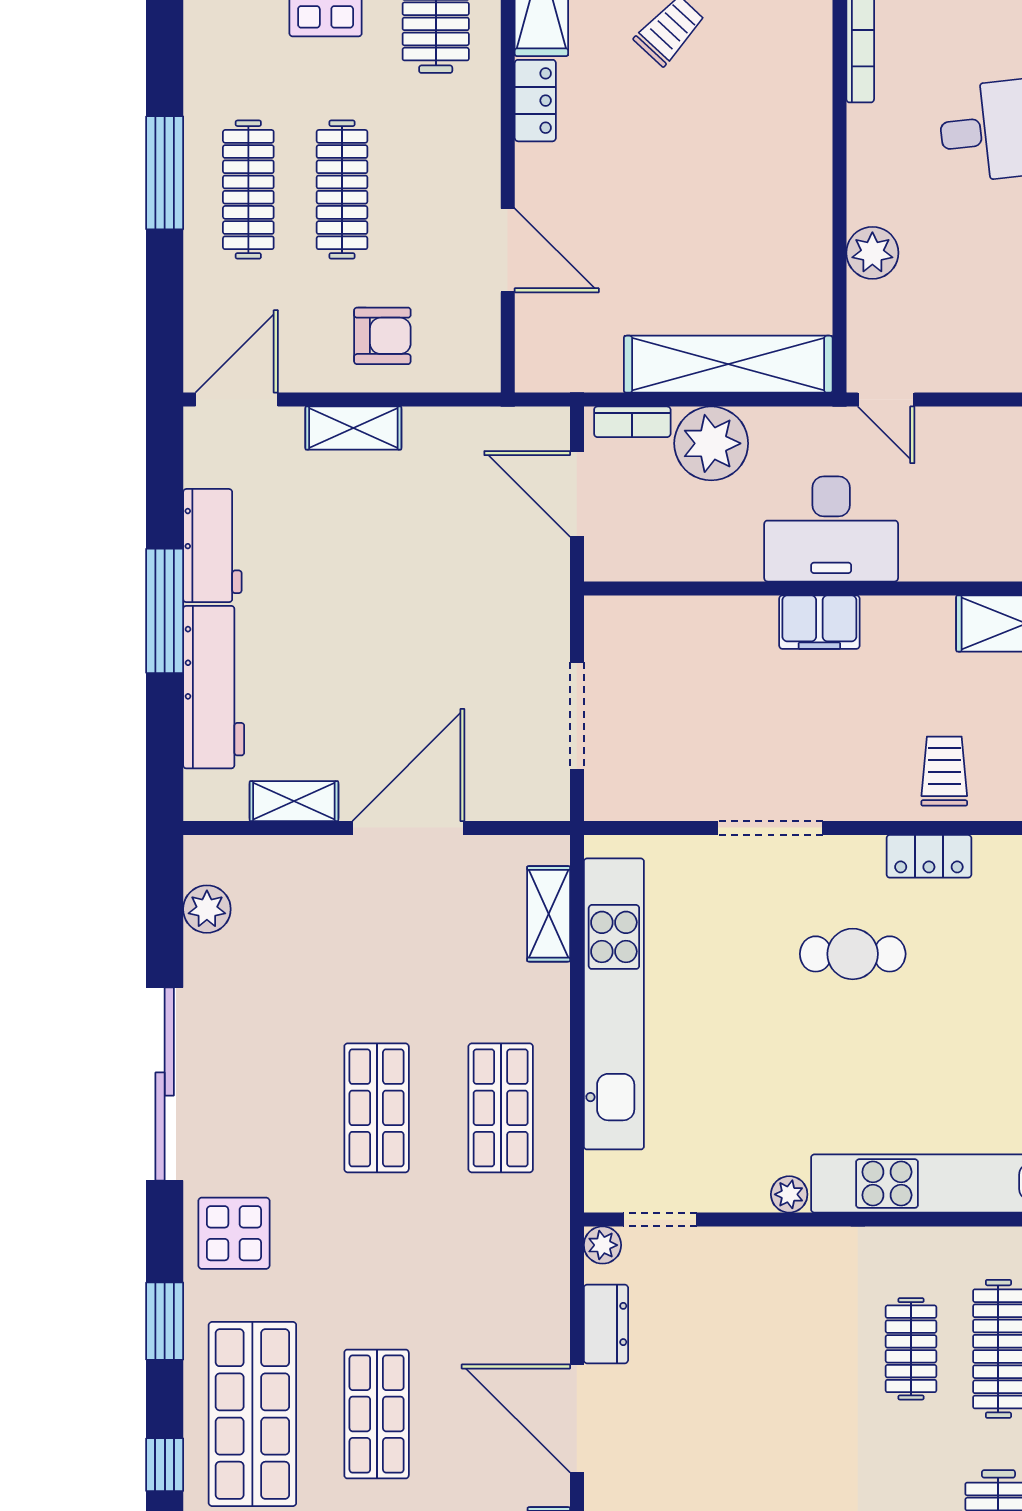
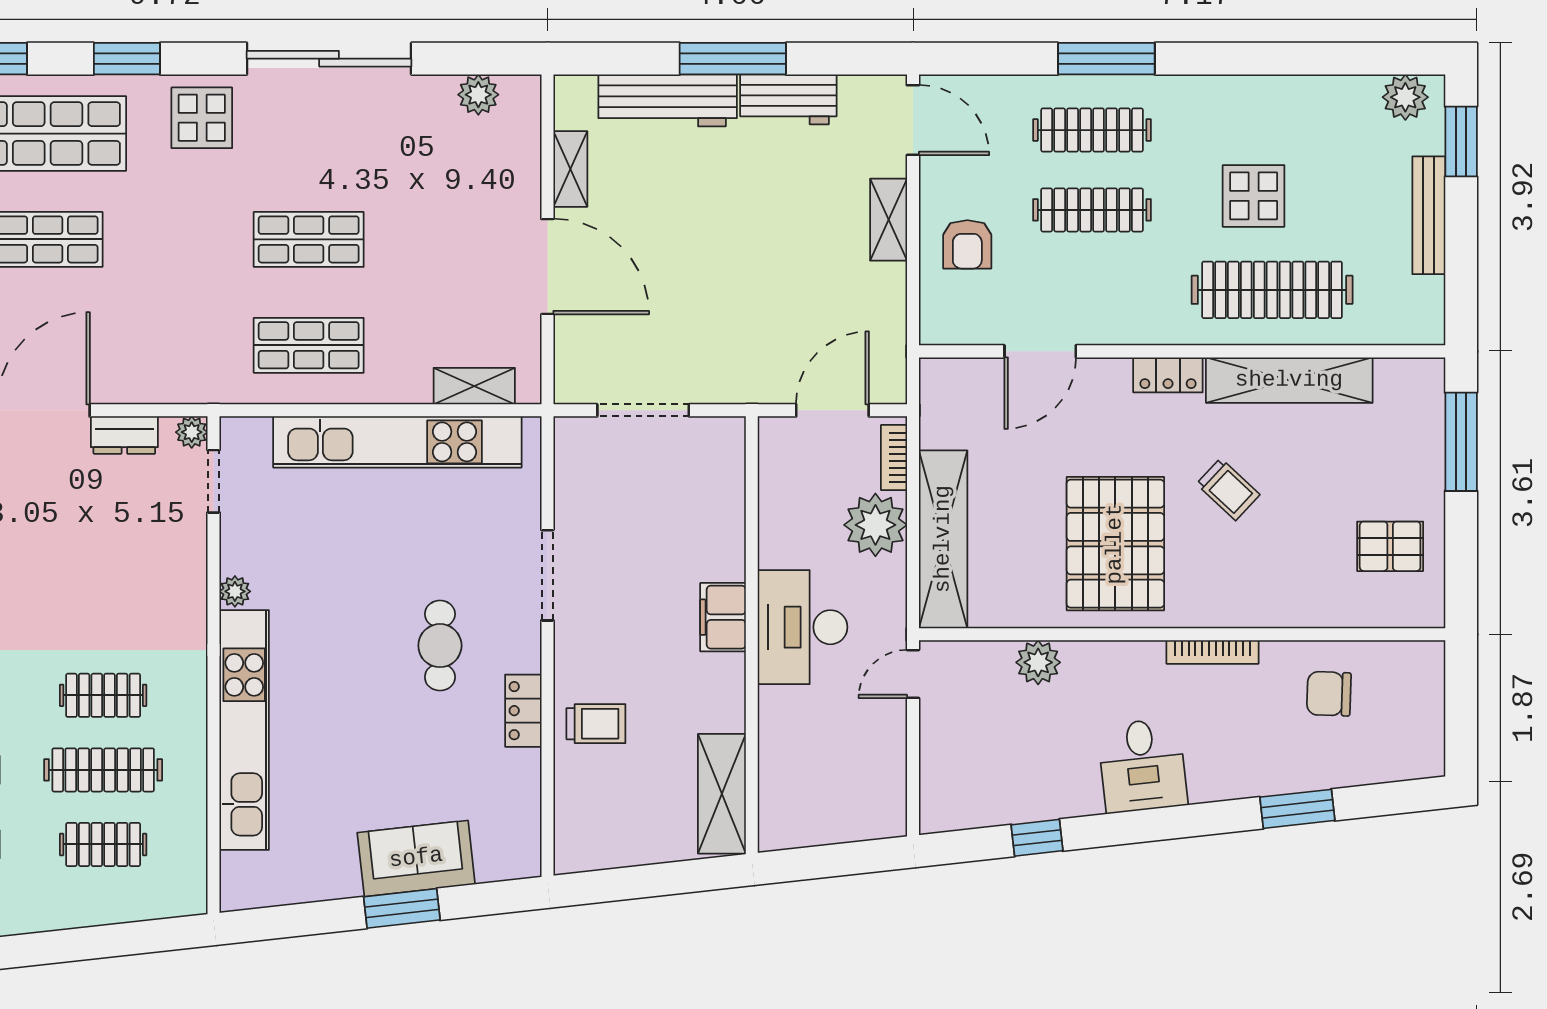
pallet: (733, 162) -> (1115, 544), added

